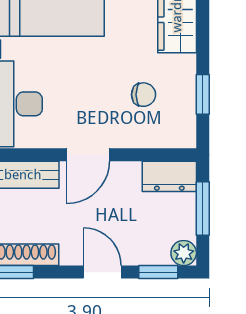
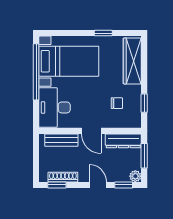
door: (88, 155) -> (91, 131), hinge flipped
dresser: (169, 176) -> (123, 141), width x1.44

